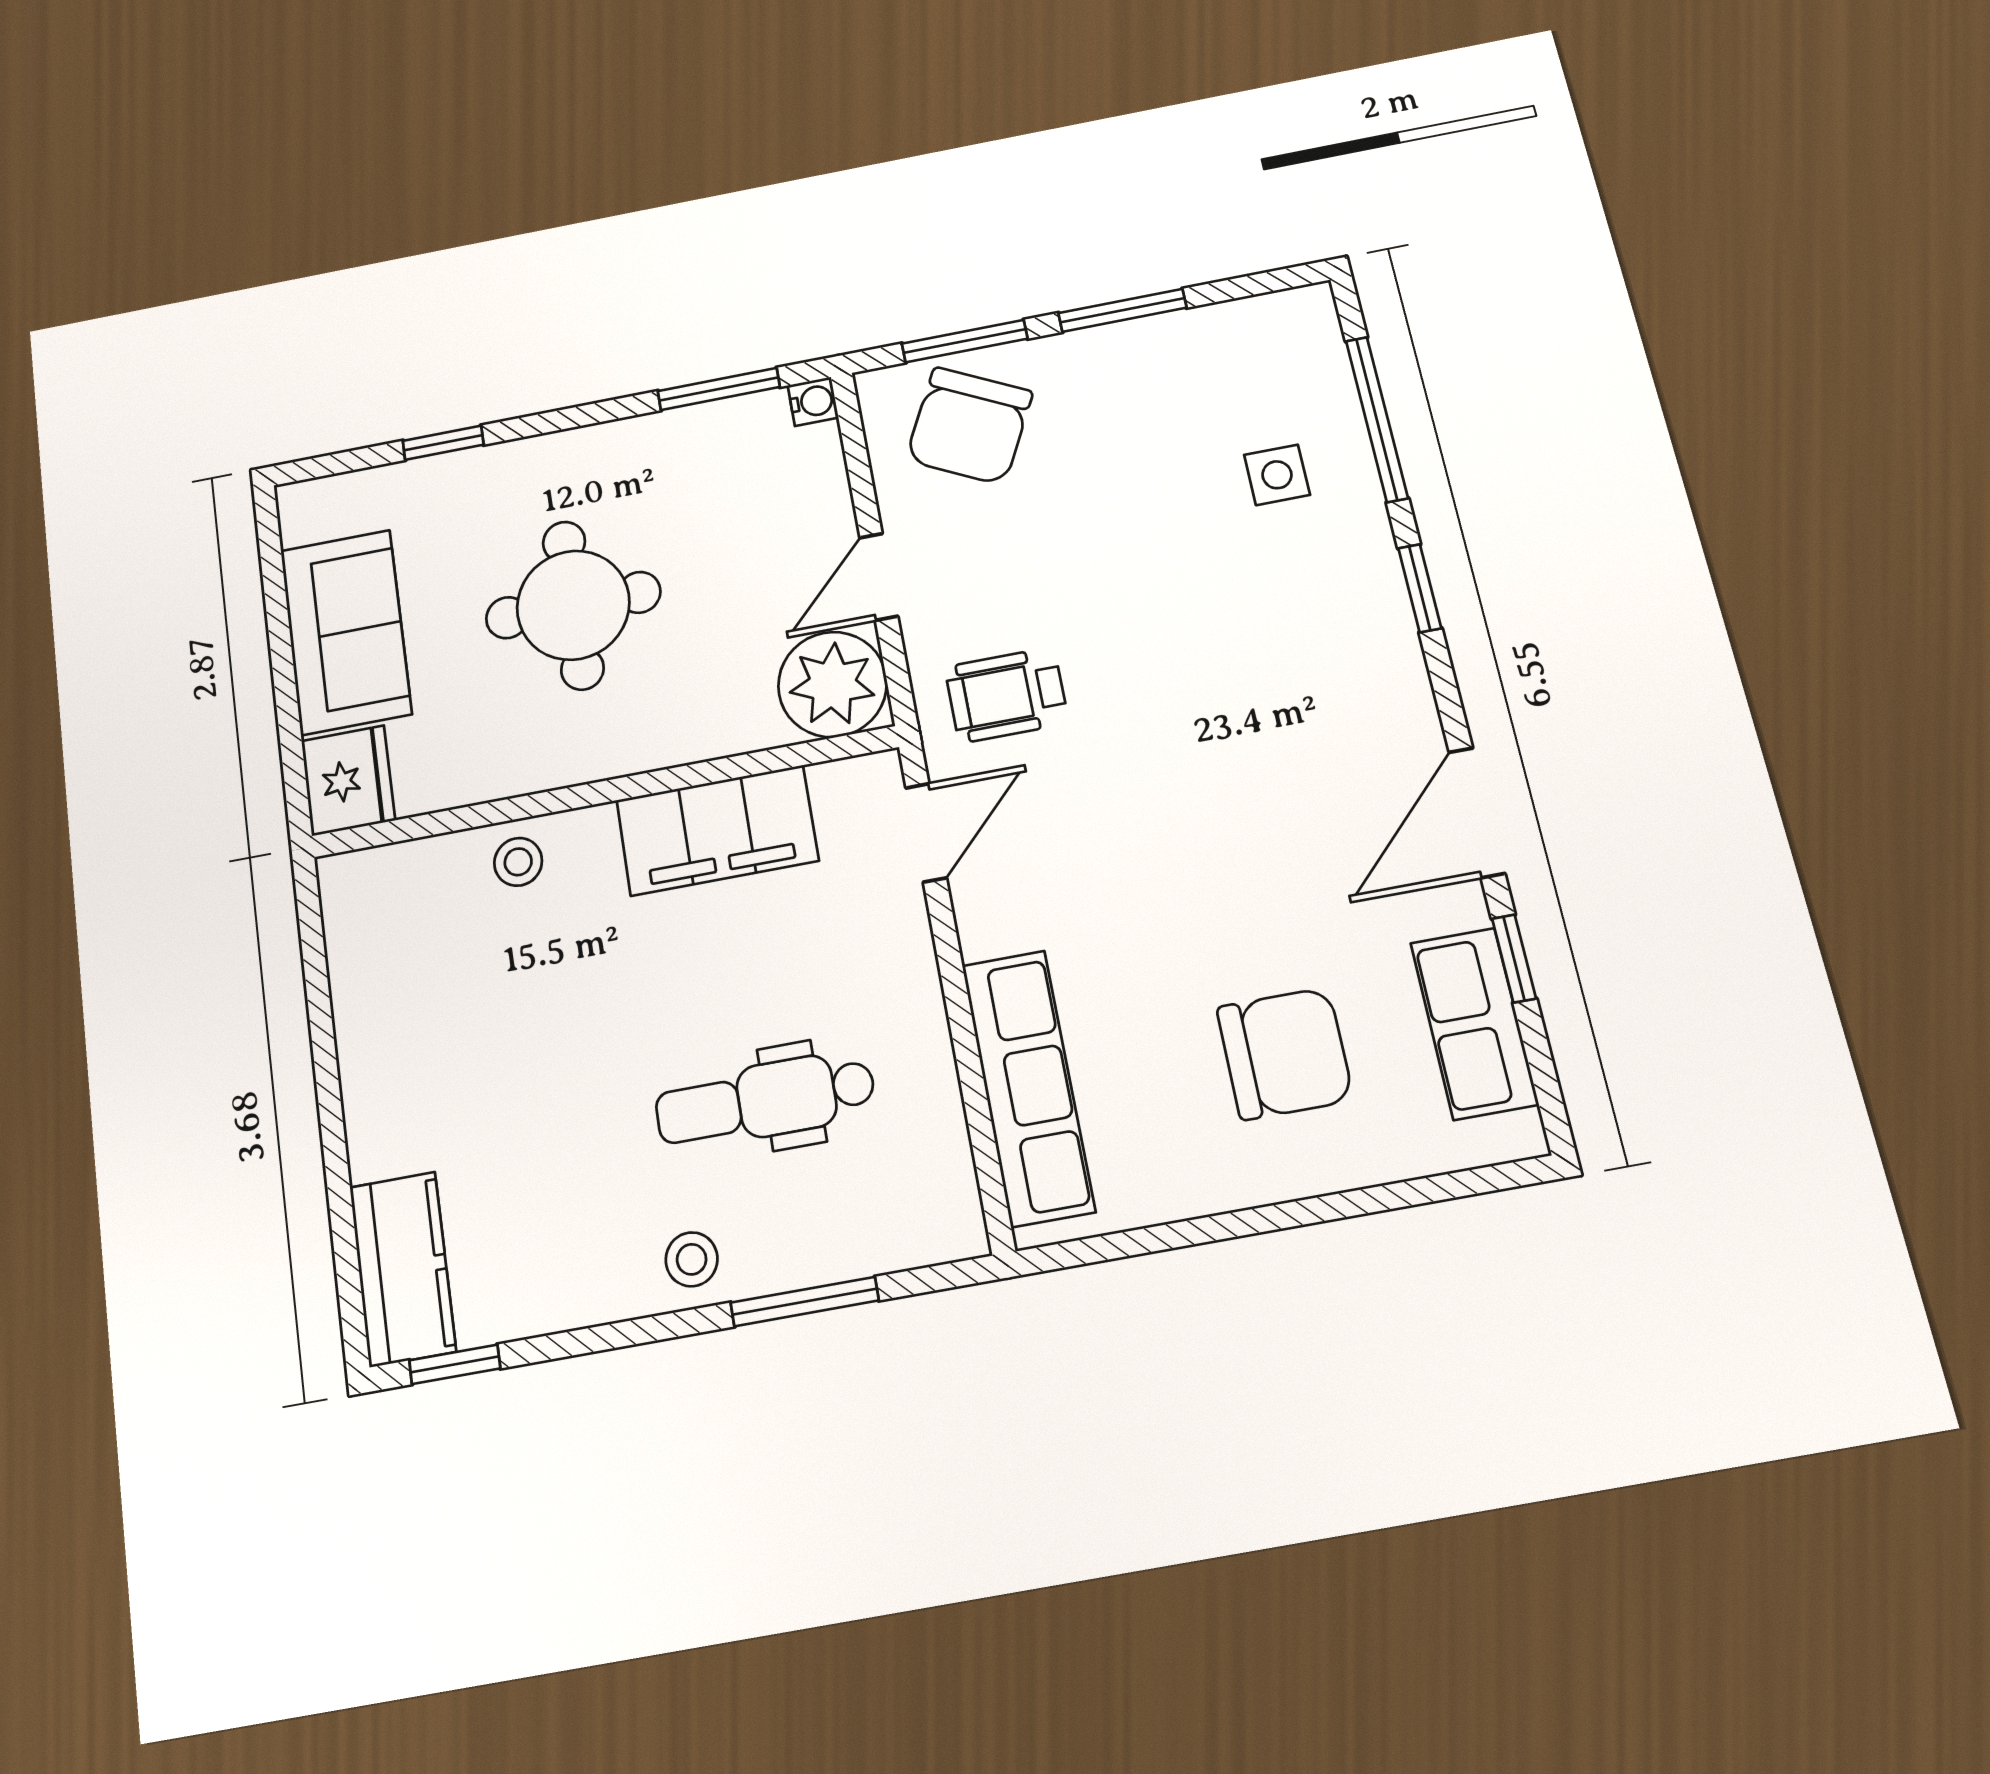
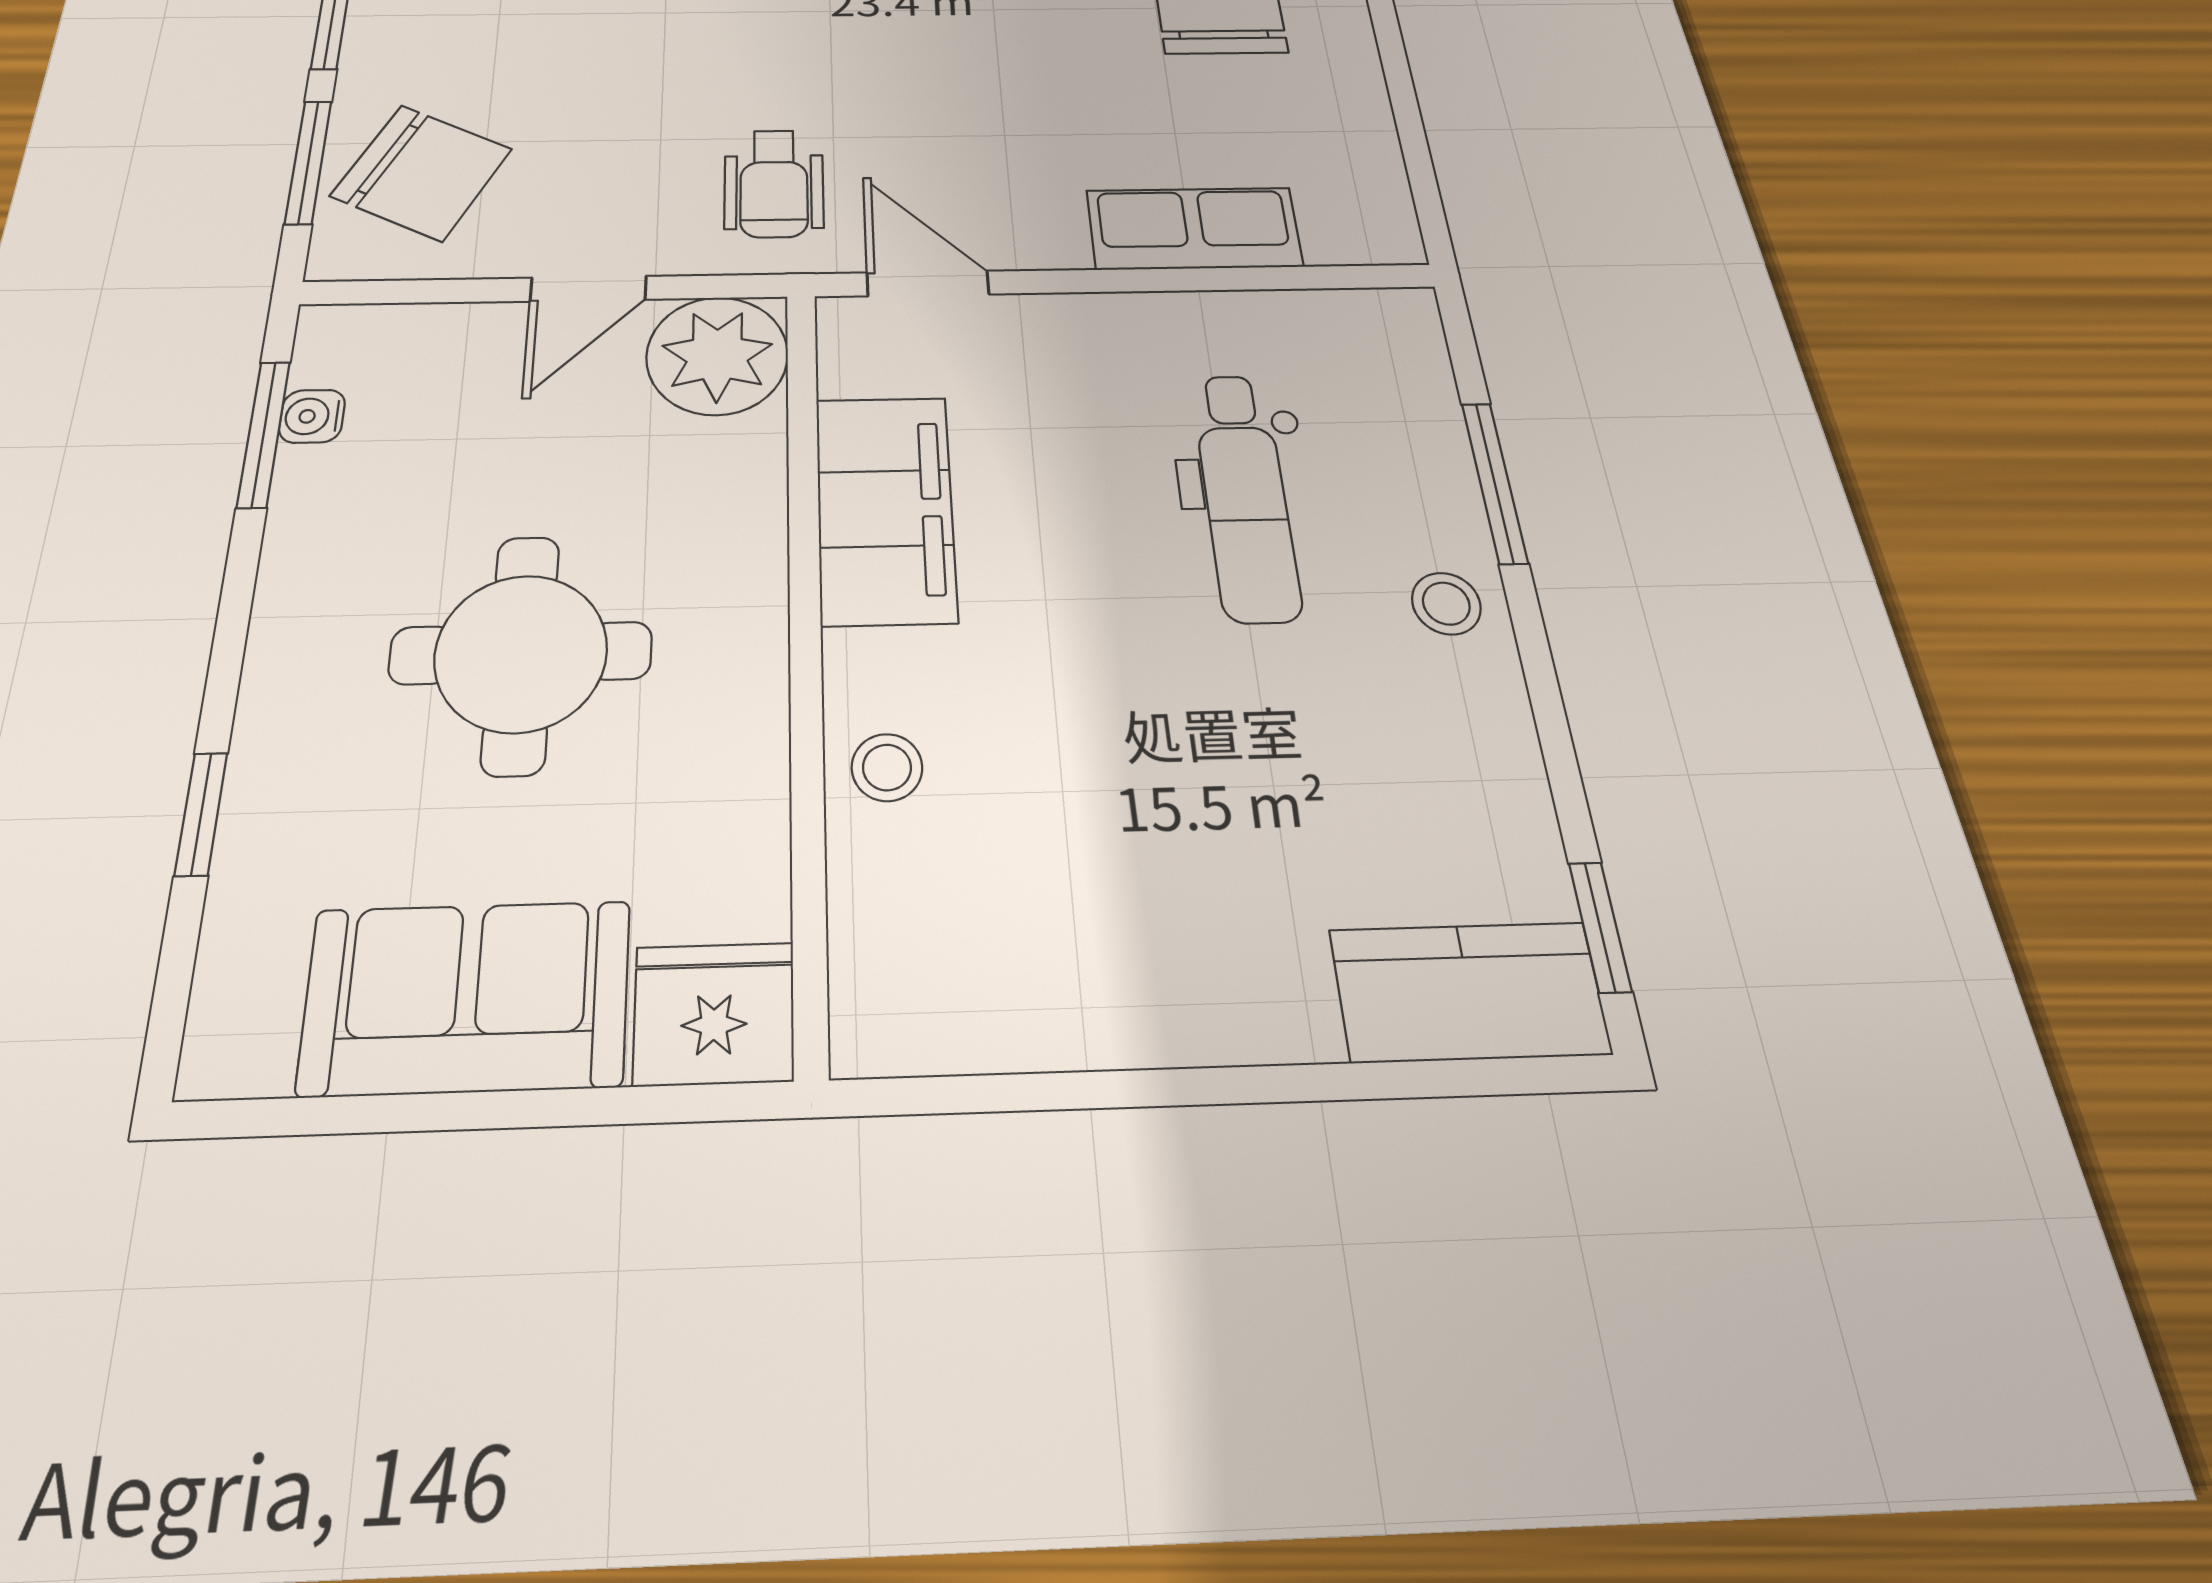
water cooler: (813, 401) -> (312, 416), moved, turned -90
door: (879, 577) -> (588, 289), hinge flipped
row of seats: (1028, 1087) -> (1194, 228), width x0.68

